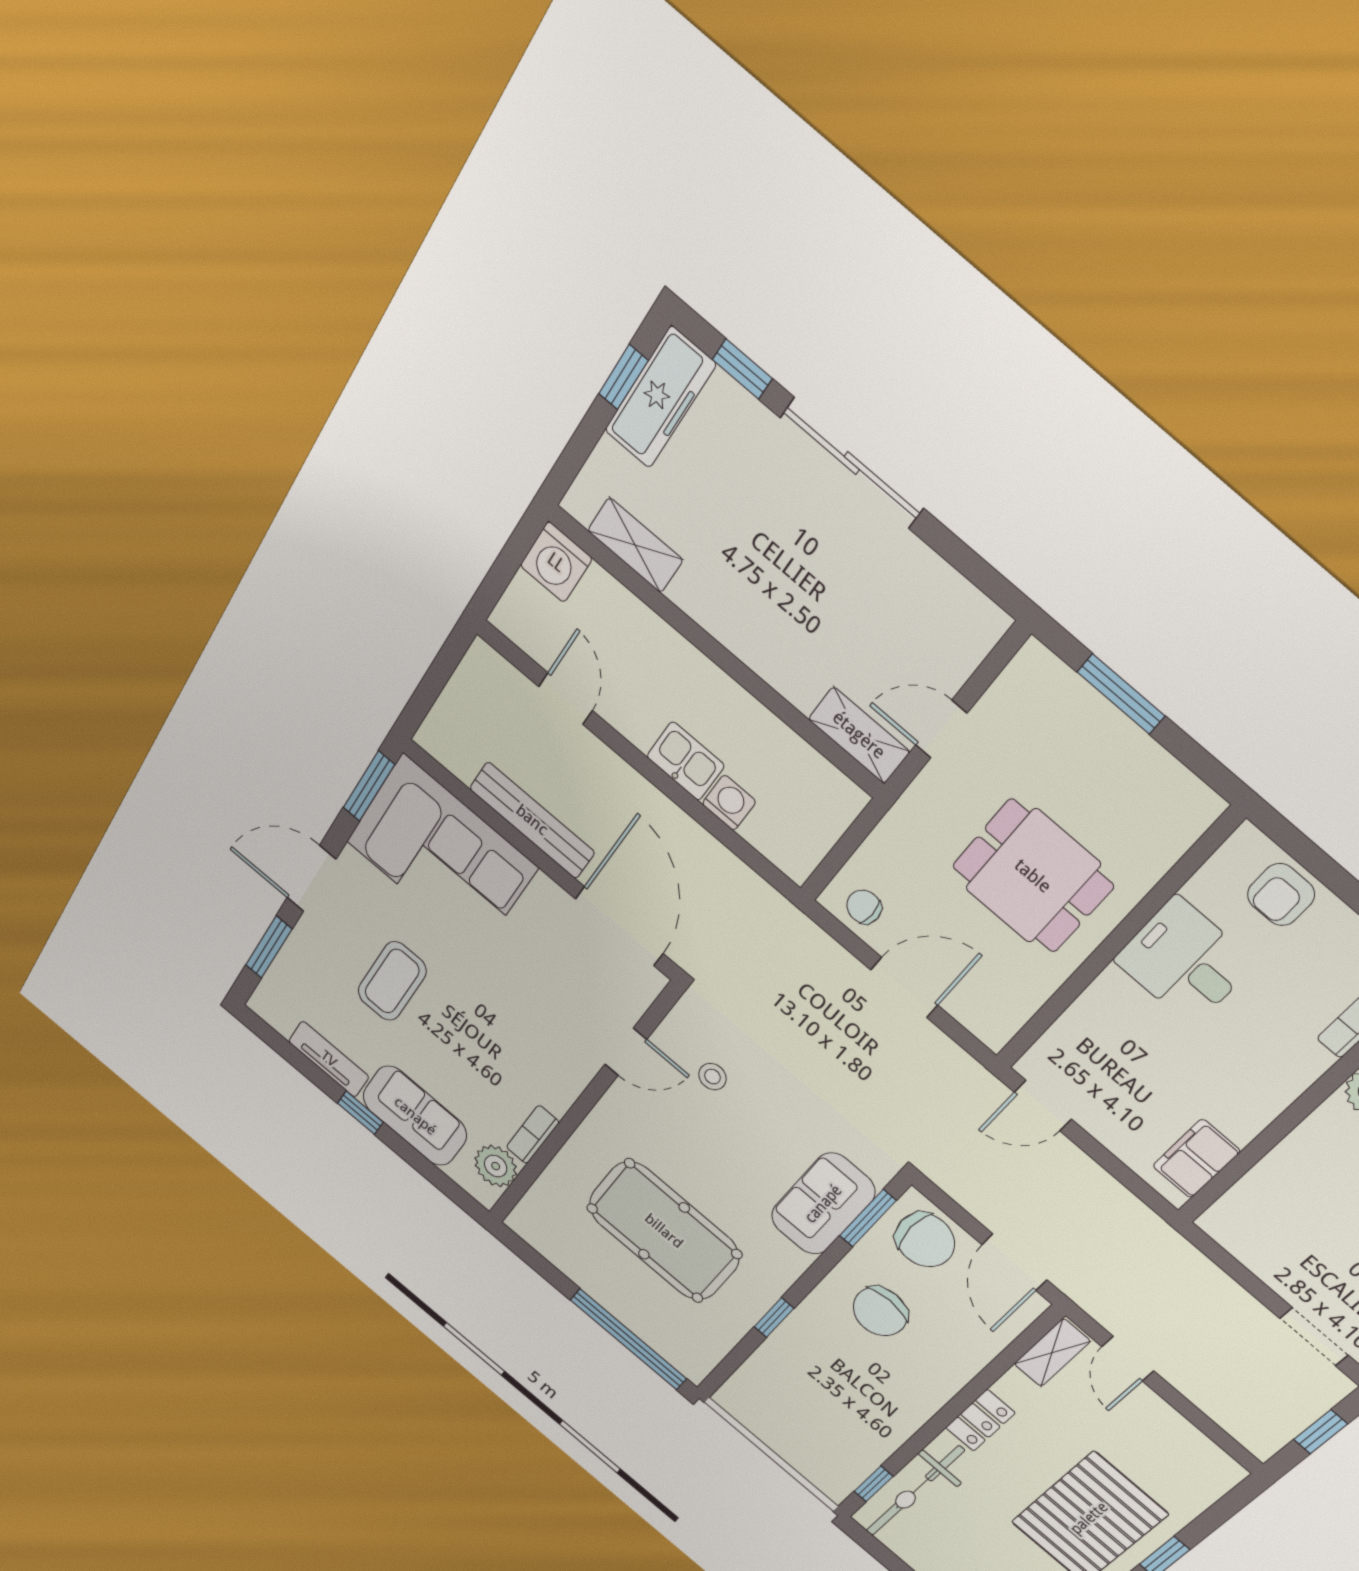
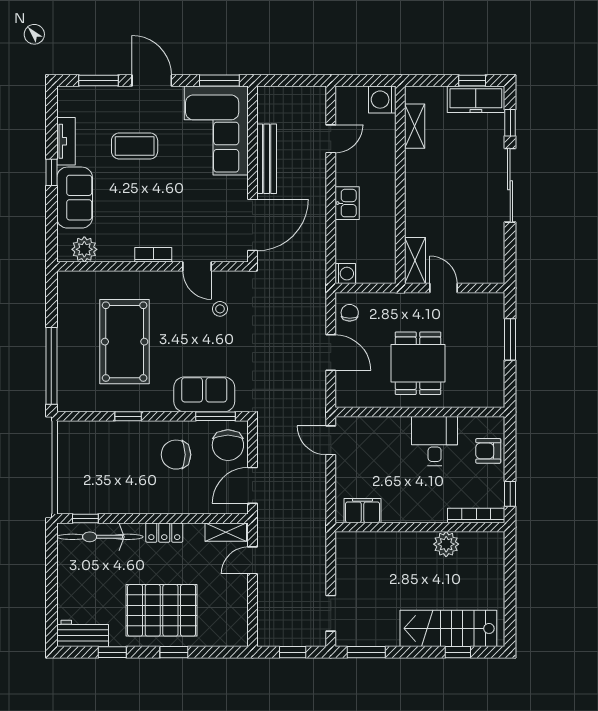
washing machine: (729, 803) -> (345, 274), moved
bookcase: (533, 1135) -> (153, 255), moved

